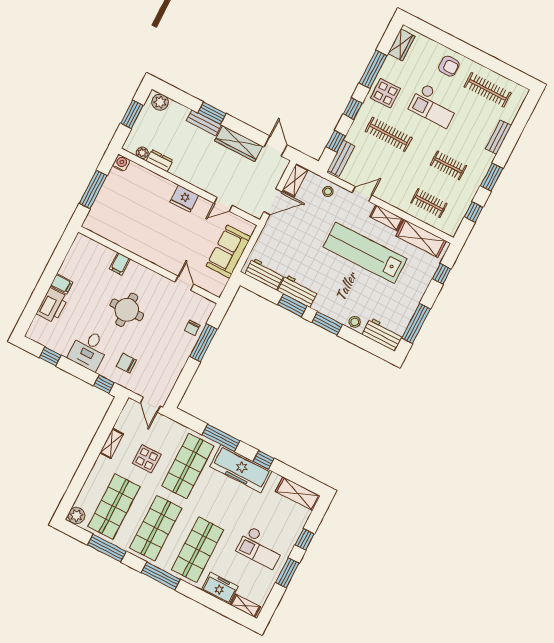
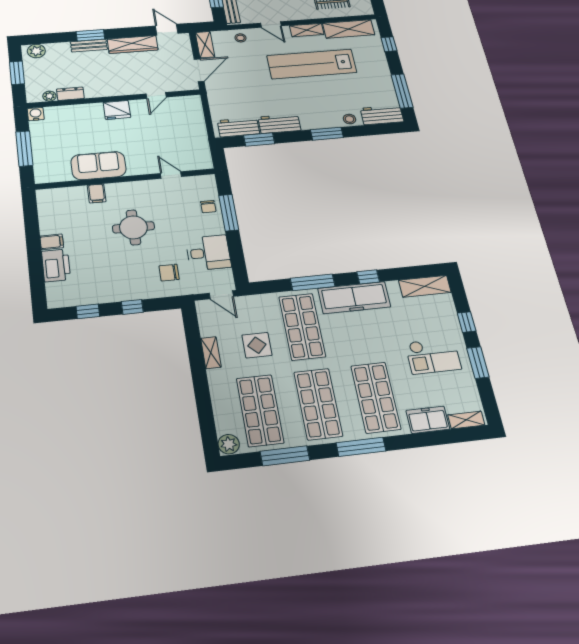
door: (362, 194) -> (271, 24), swing flipped
sofa: (229, 252) -> (99, 166), moved, turned 90
window: (292, 305) -> (259, 139), moved
desk: (89, 350) -> (208, 253), moved, turned -90
window: (104, 384) -> (132, 307), moved

